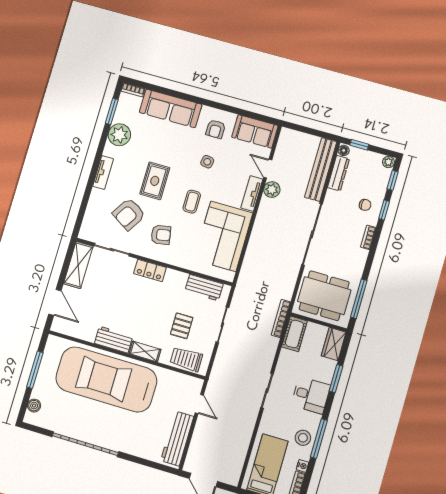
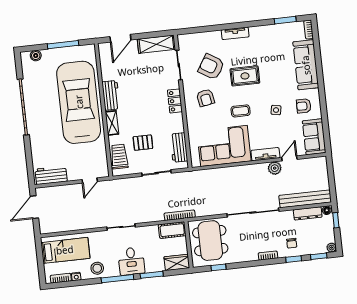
plant: (119, 135) -> (269, 34), removed
window: (359, 299) -> (219, 267), width x0.46
workbench: (177, 439) -> (51, 175), width x0.73
window: (319, 439) -> (117, 279), moved

